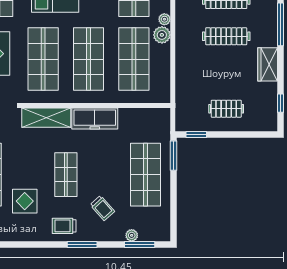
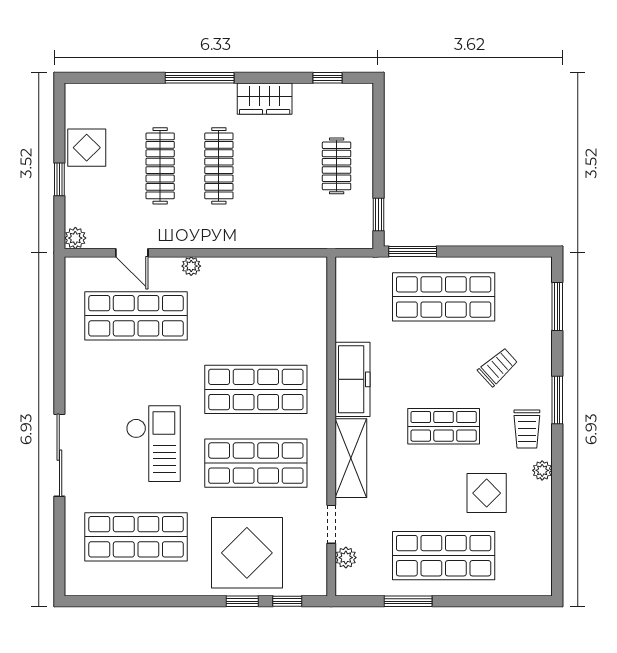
plant: (162, 35) -> (217, 270), removed
shop shelf: (134, 59) -> (256, 316), removed
plant: (132, 235) -> (542, 470), moved

